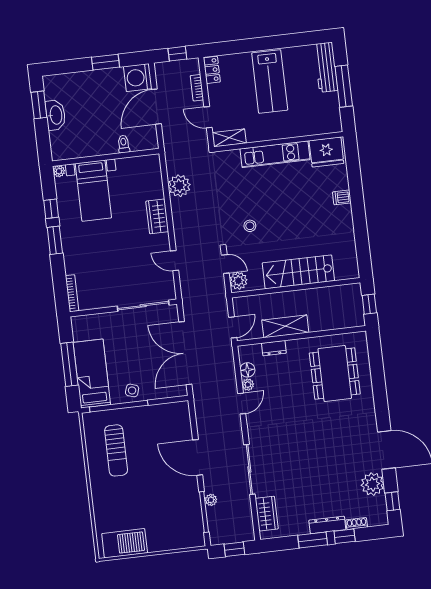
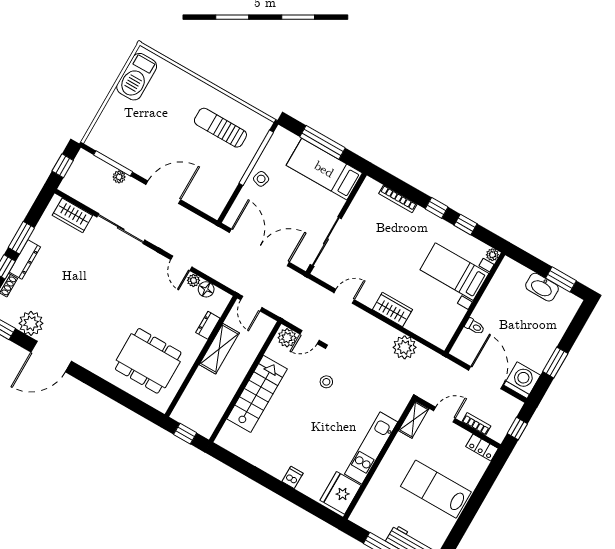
window: (55, 240) -> (437, 208), width x0.67
bookcase: (72, 293) -> (398, 199), moved
bed: (92, 373) -> (324, 169), moved, turned 180

